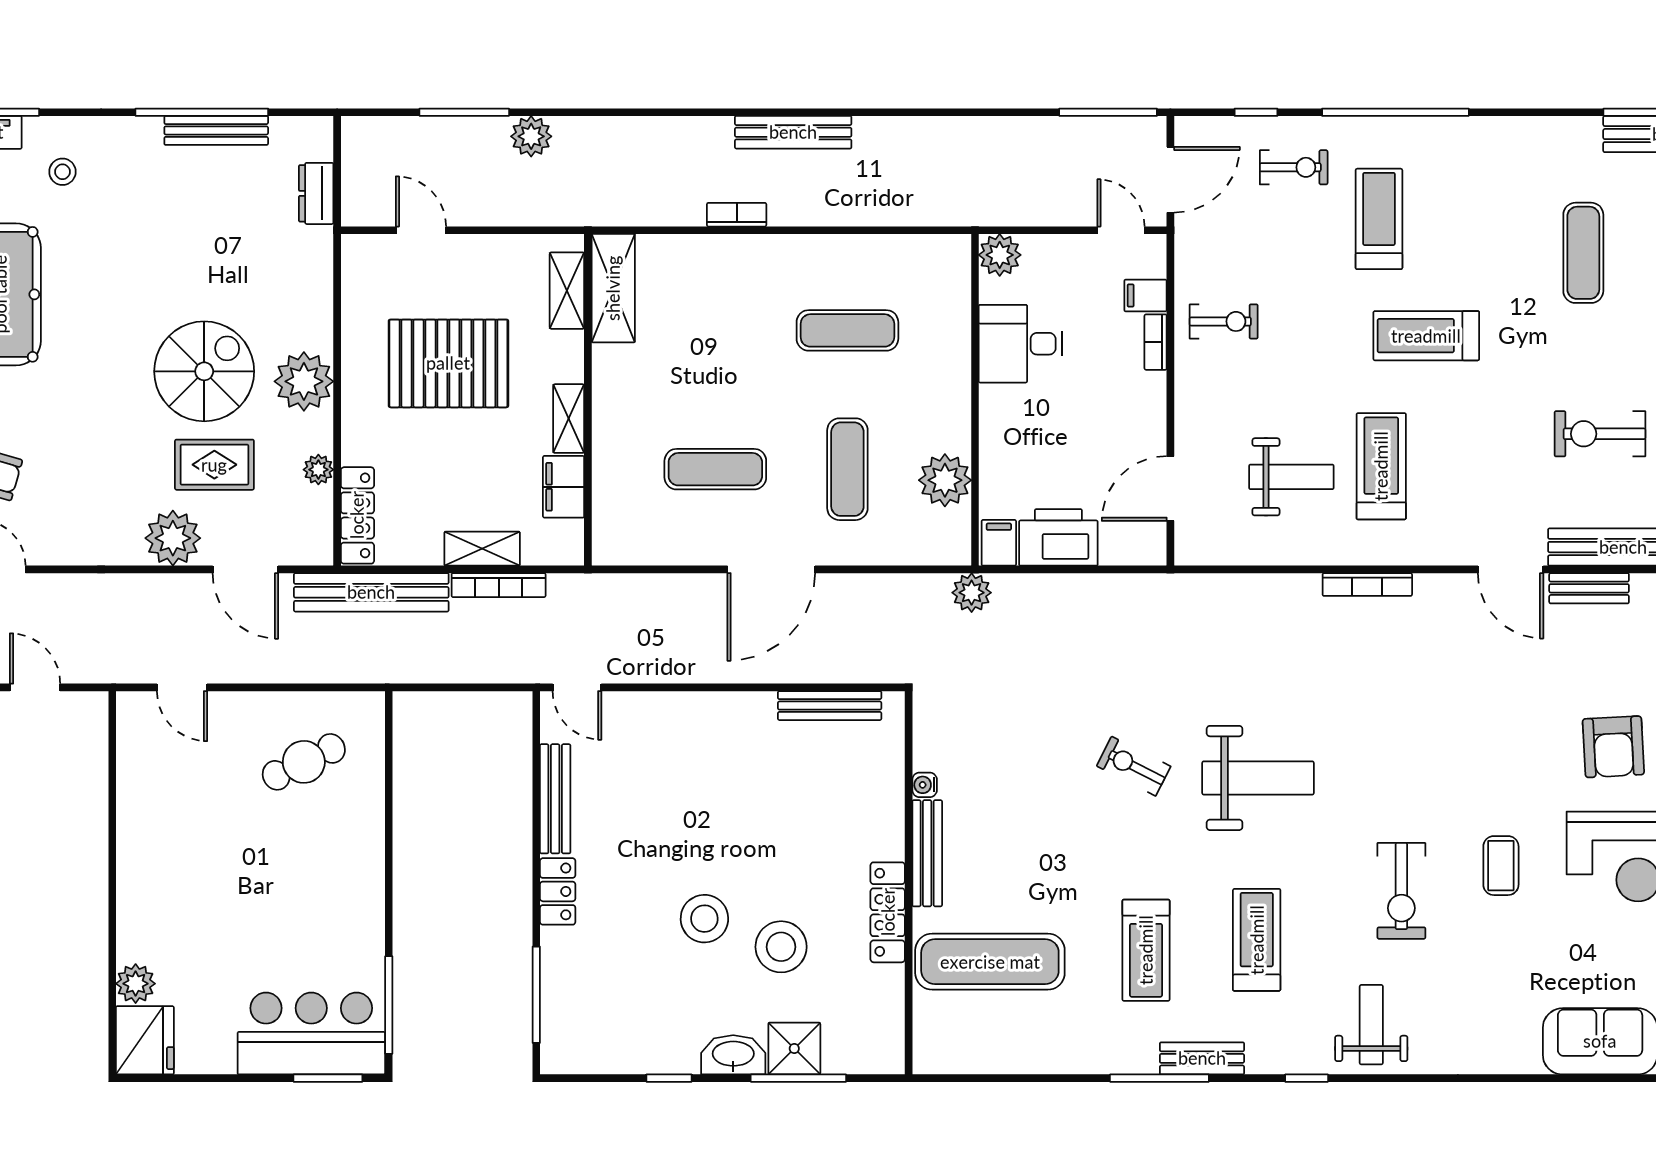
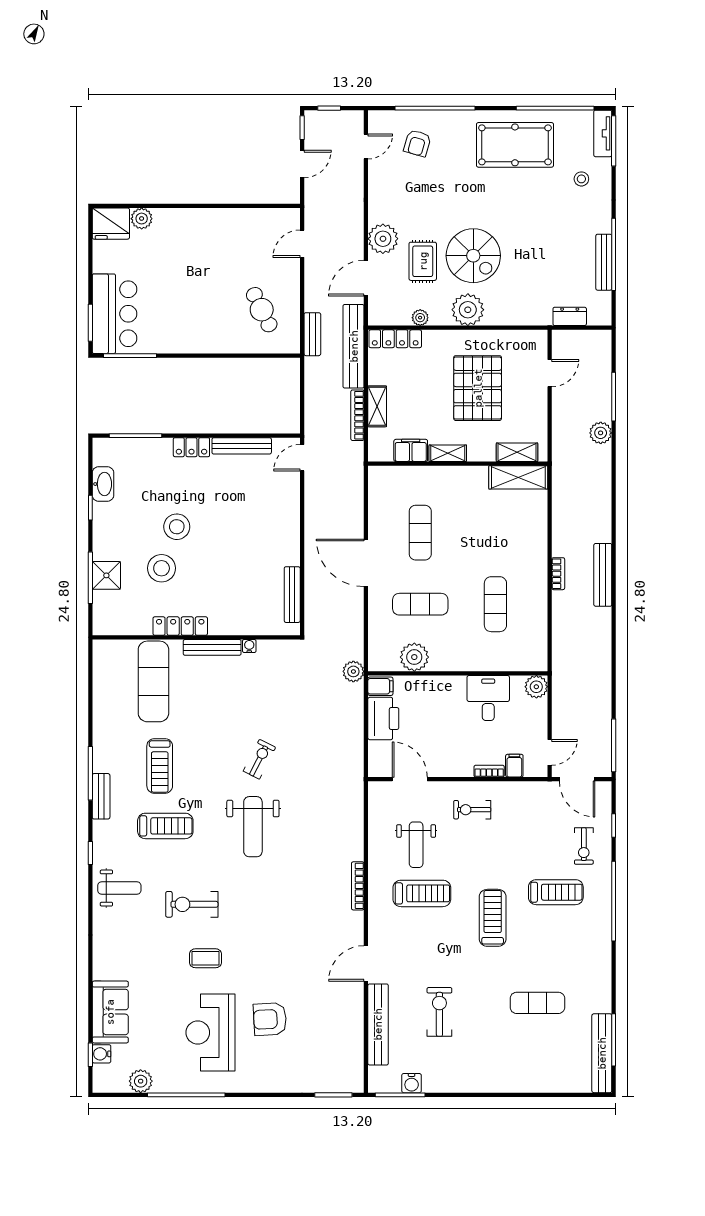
bookcase: (737, 215) -> (558, 574), moved
exercise bike: (1224, 321) -> (472, 810), moved, turned 90
bench: (1589, 588) -> (312, 334), moved
treadmill: (1146, 950) -> (160, 766), turned -90
washbasin: (733, 1055) -> (103, 484), moved

